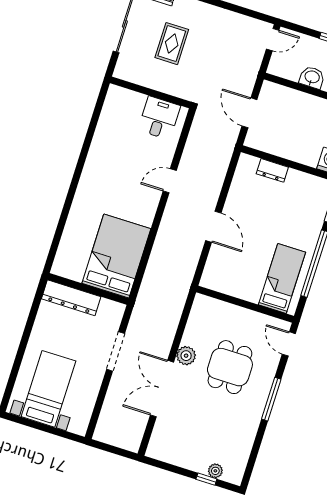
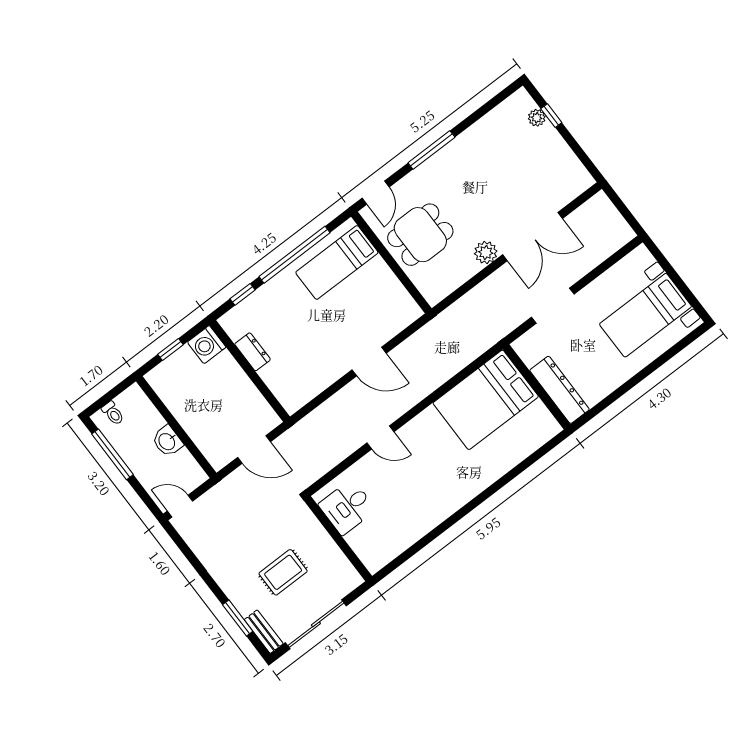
door: (249, 113) -> (254, 450), hinge flipped
dresser: (272, 170) -> (253, 352), moved
door: (213, 227) -> (369, 362), swing flipped
dining table: (230, 367) -> (420, 235), moved

